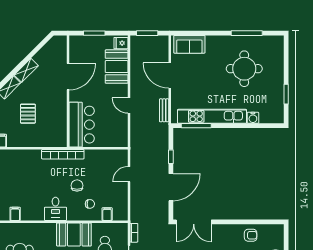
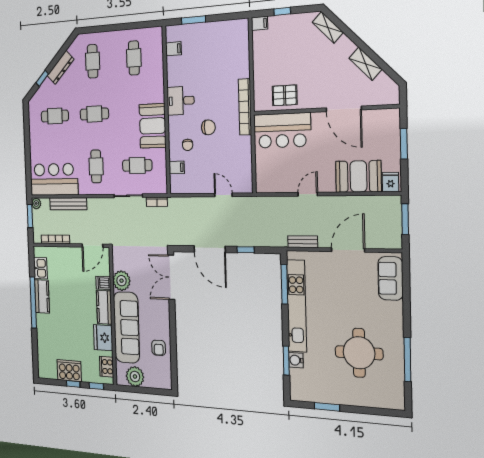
shelving: (26, 70) -> (365, 64), moved
pallet: (28, 114) -> (285, 95), moved
window: (254, 126) -> (286, 361), added

